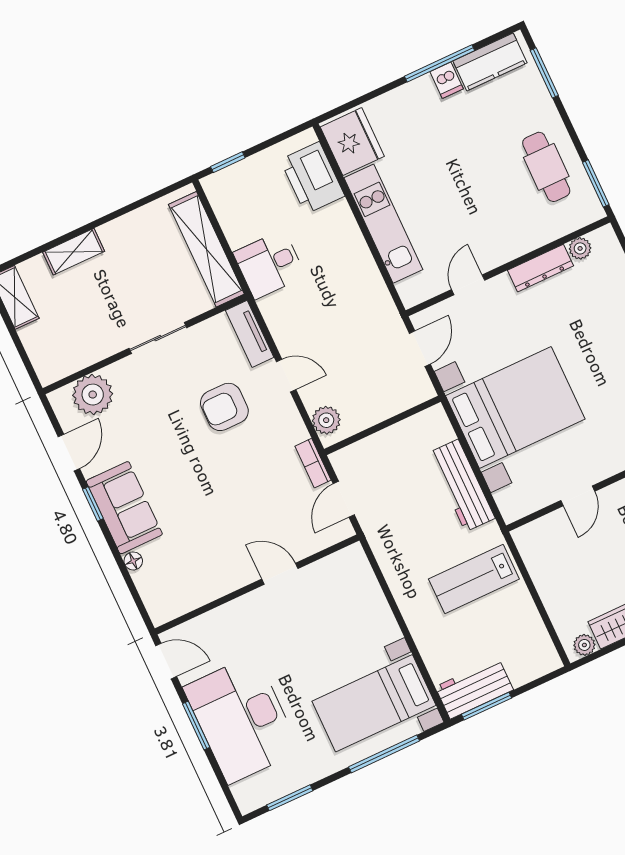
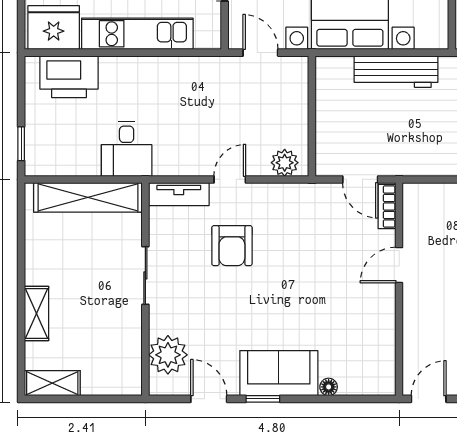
bookcase: (313, 463) -> (387, 206), moved, turned 90

